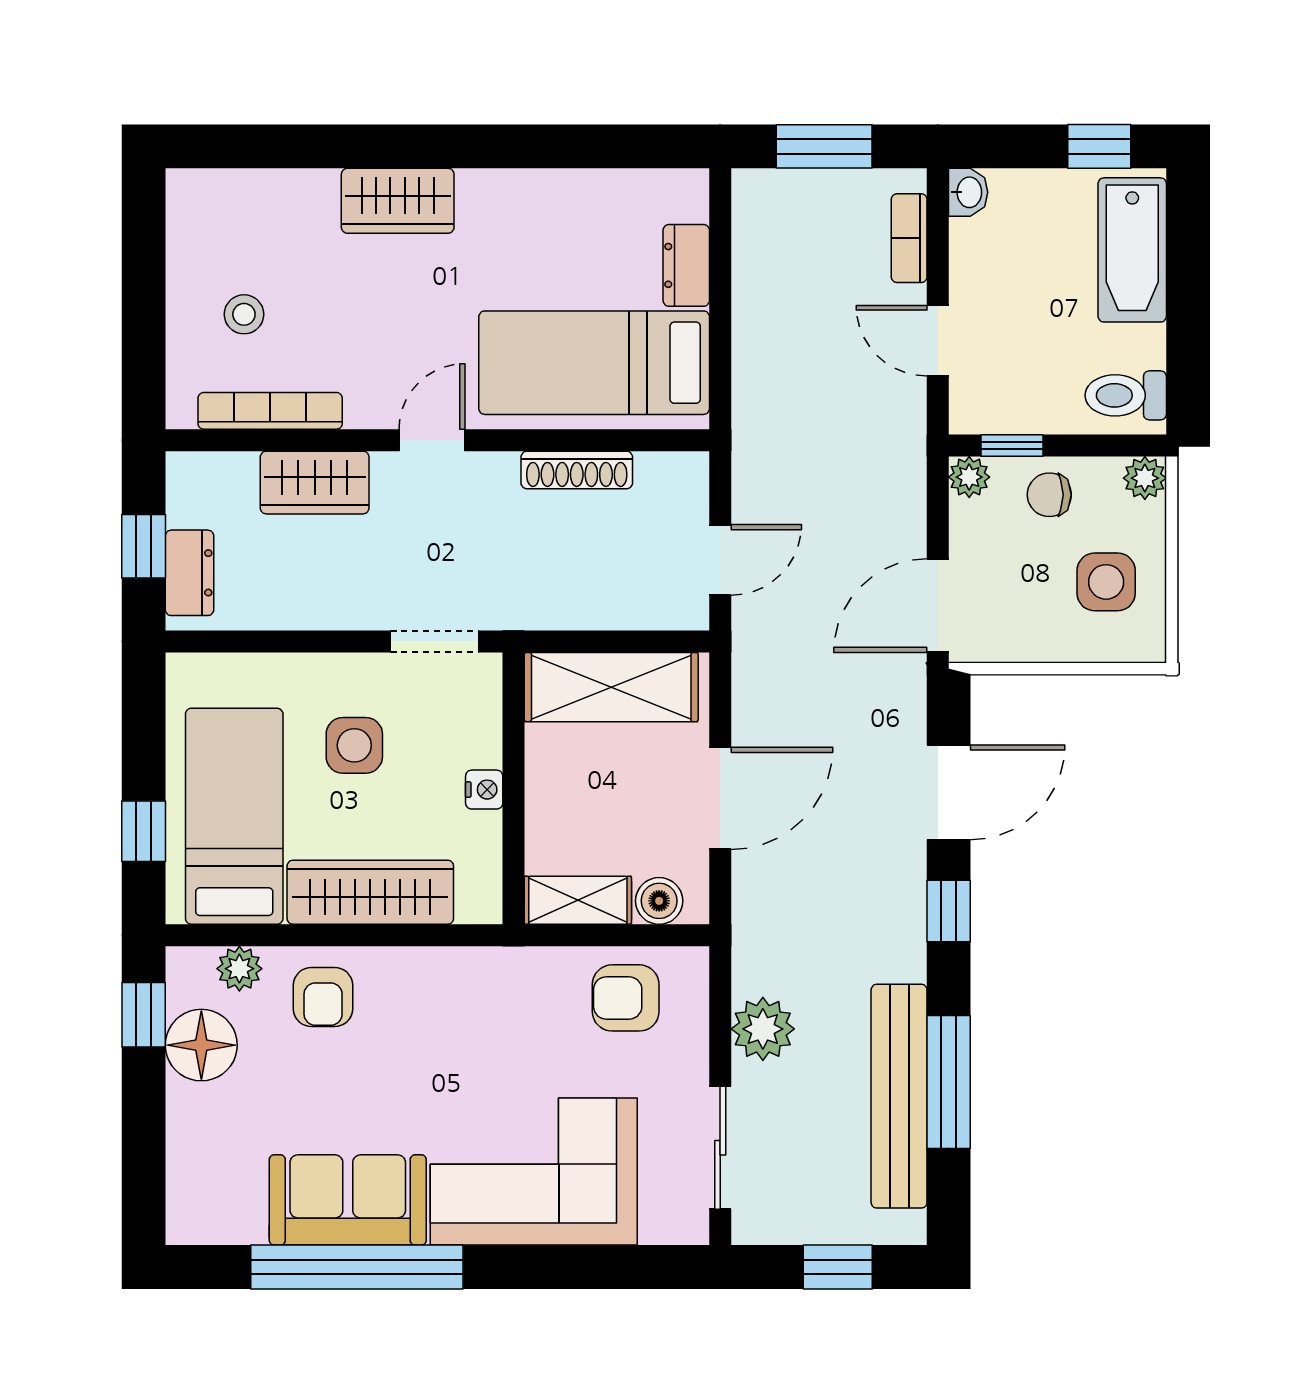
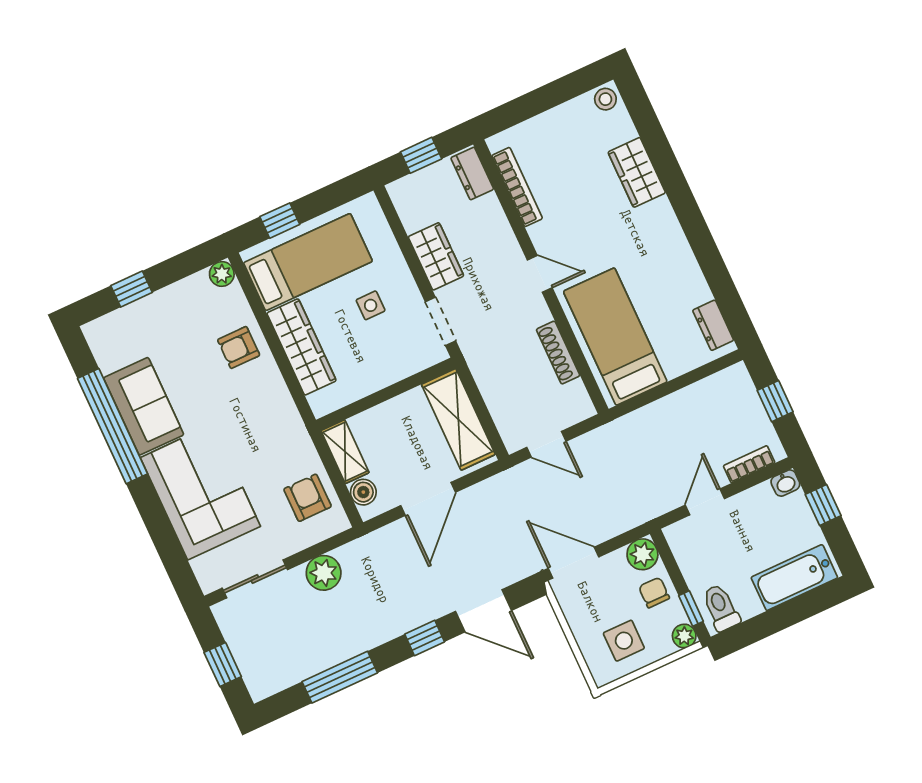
window: (824, 146) -> (775, 401), width x0.67
window: (1099, 146) -> (823, 505), moved
wardrobe: (398, 201) -> (637, 172), moved
dresser: (686, 265) -> (713, 325), moved, turned -90
stool: (244, 314) -> (605, 99), moved
window: (1012, 446) -> (691, 609), moved
plant: (969, 477) -> (642, 554), width x1.38, depth x1.38
wardrobe: (315, 483) -> (436, 256), moved, turned 180
dresser: (189, 573) -> (472, 173), moved, turned 90
side table: (354, 745) -> (371, 305), width x0.73, depth x0.73
nightstand: (484, 790) -> (378, 380), removed
door: (720, 798) -> (428, 499), hinge flipped
plant: (239, 969) -> (222, 274), moved
window: (144, 1015) -> (132, 289), moved
floor lamp: (201, 1045) -> (187, 298), removed
bench: (899, 1096) -> (321, 656), removed

